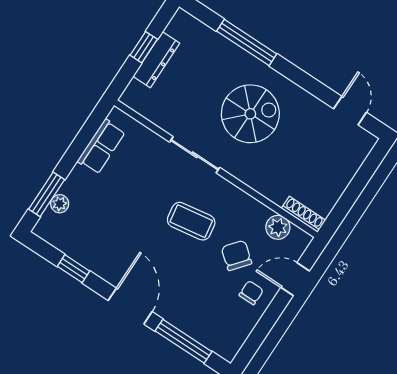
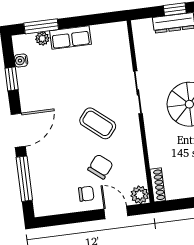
row of seats: (101, 147) -> (70, 37), moved
coffee table: (191, 221) -> (98, 123), turned -41
plant: (278, 227) -> (140, 195), moved
water cooler: (63, 244) -> (21, 60), added

